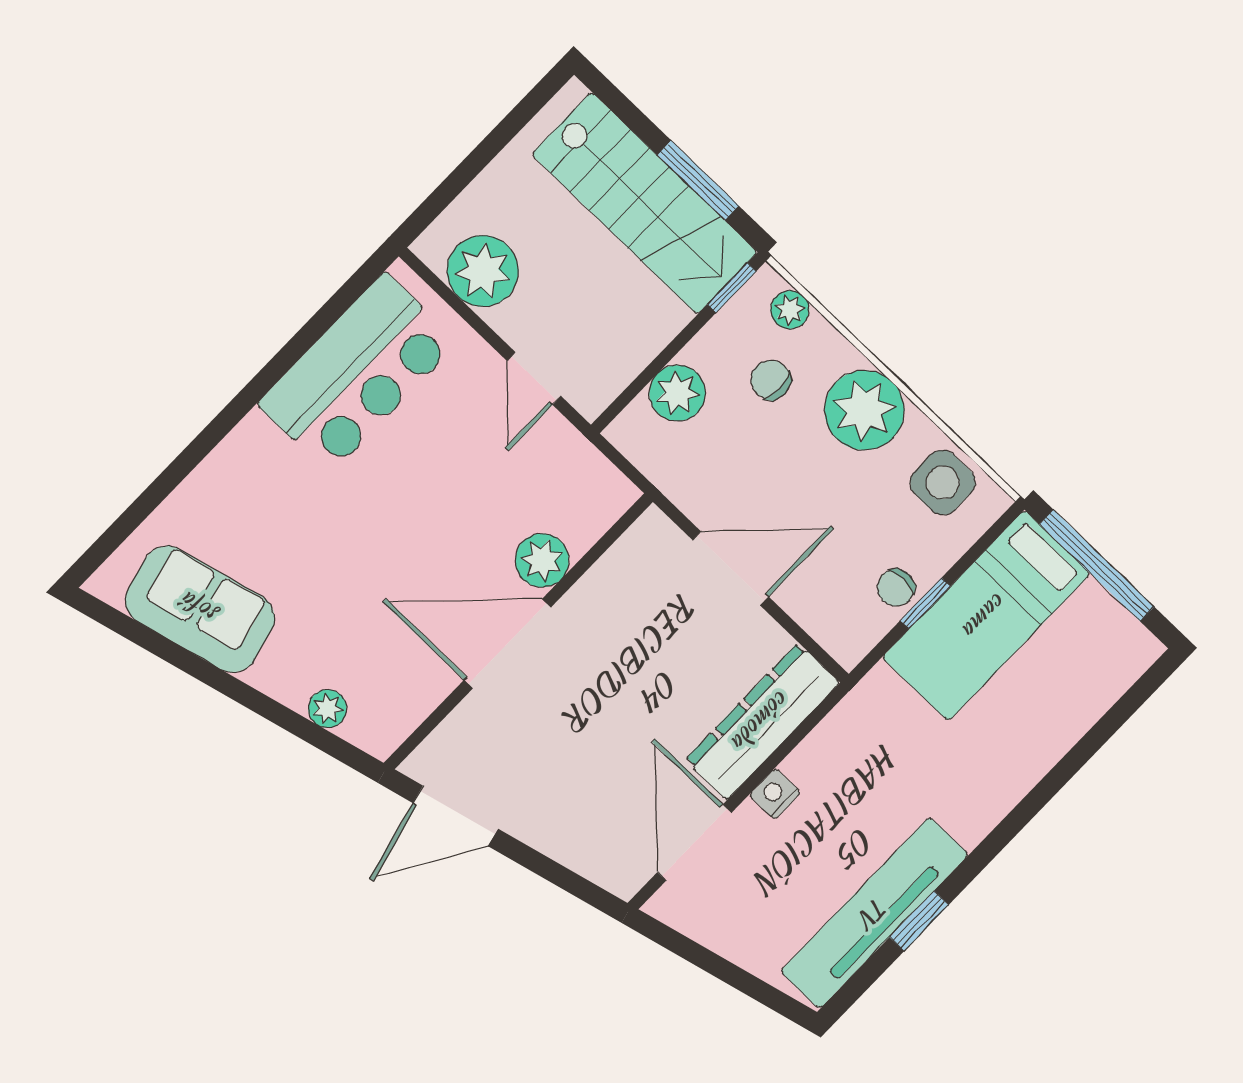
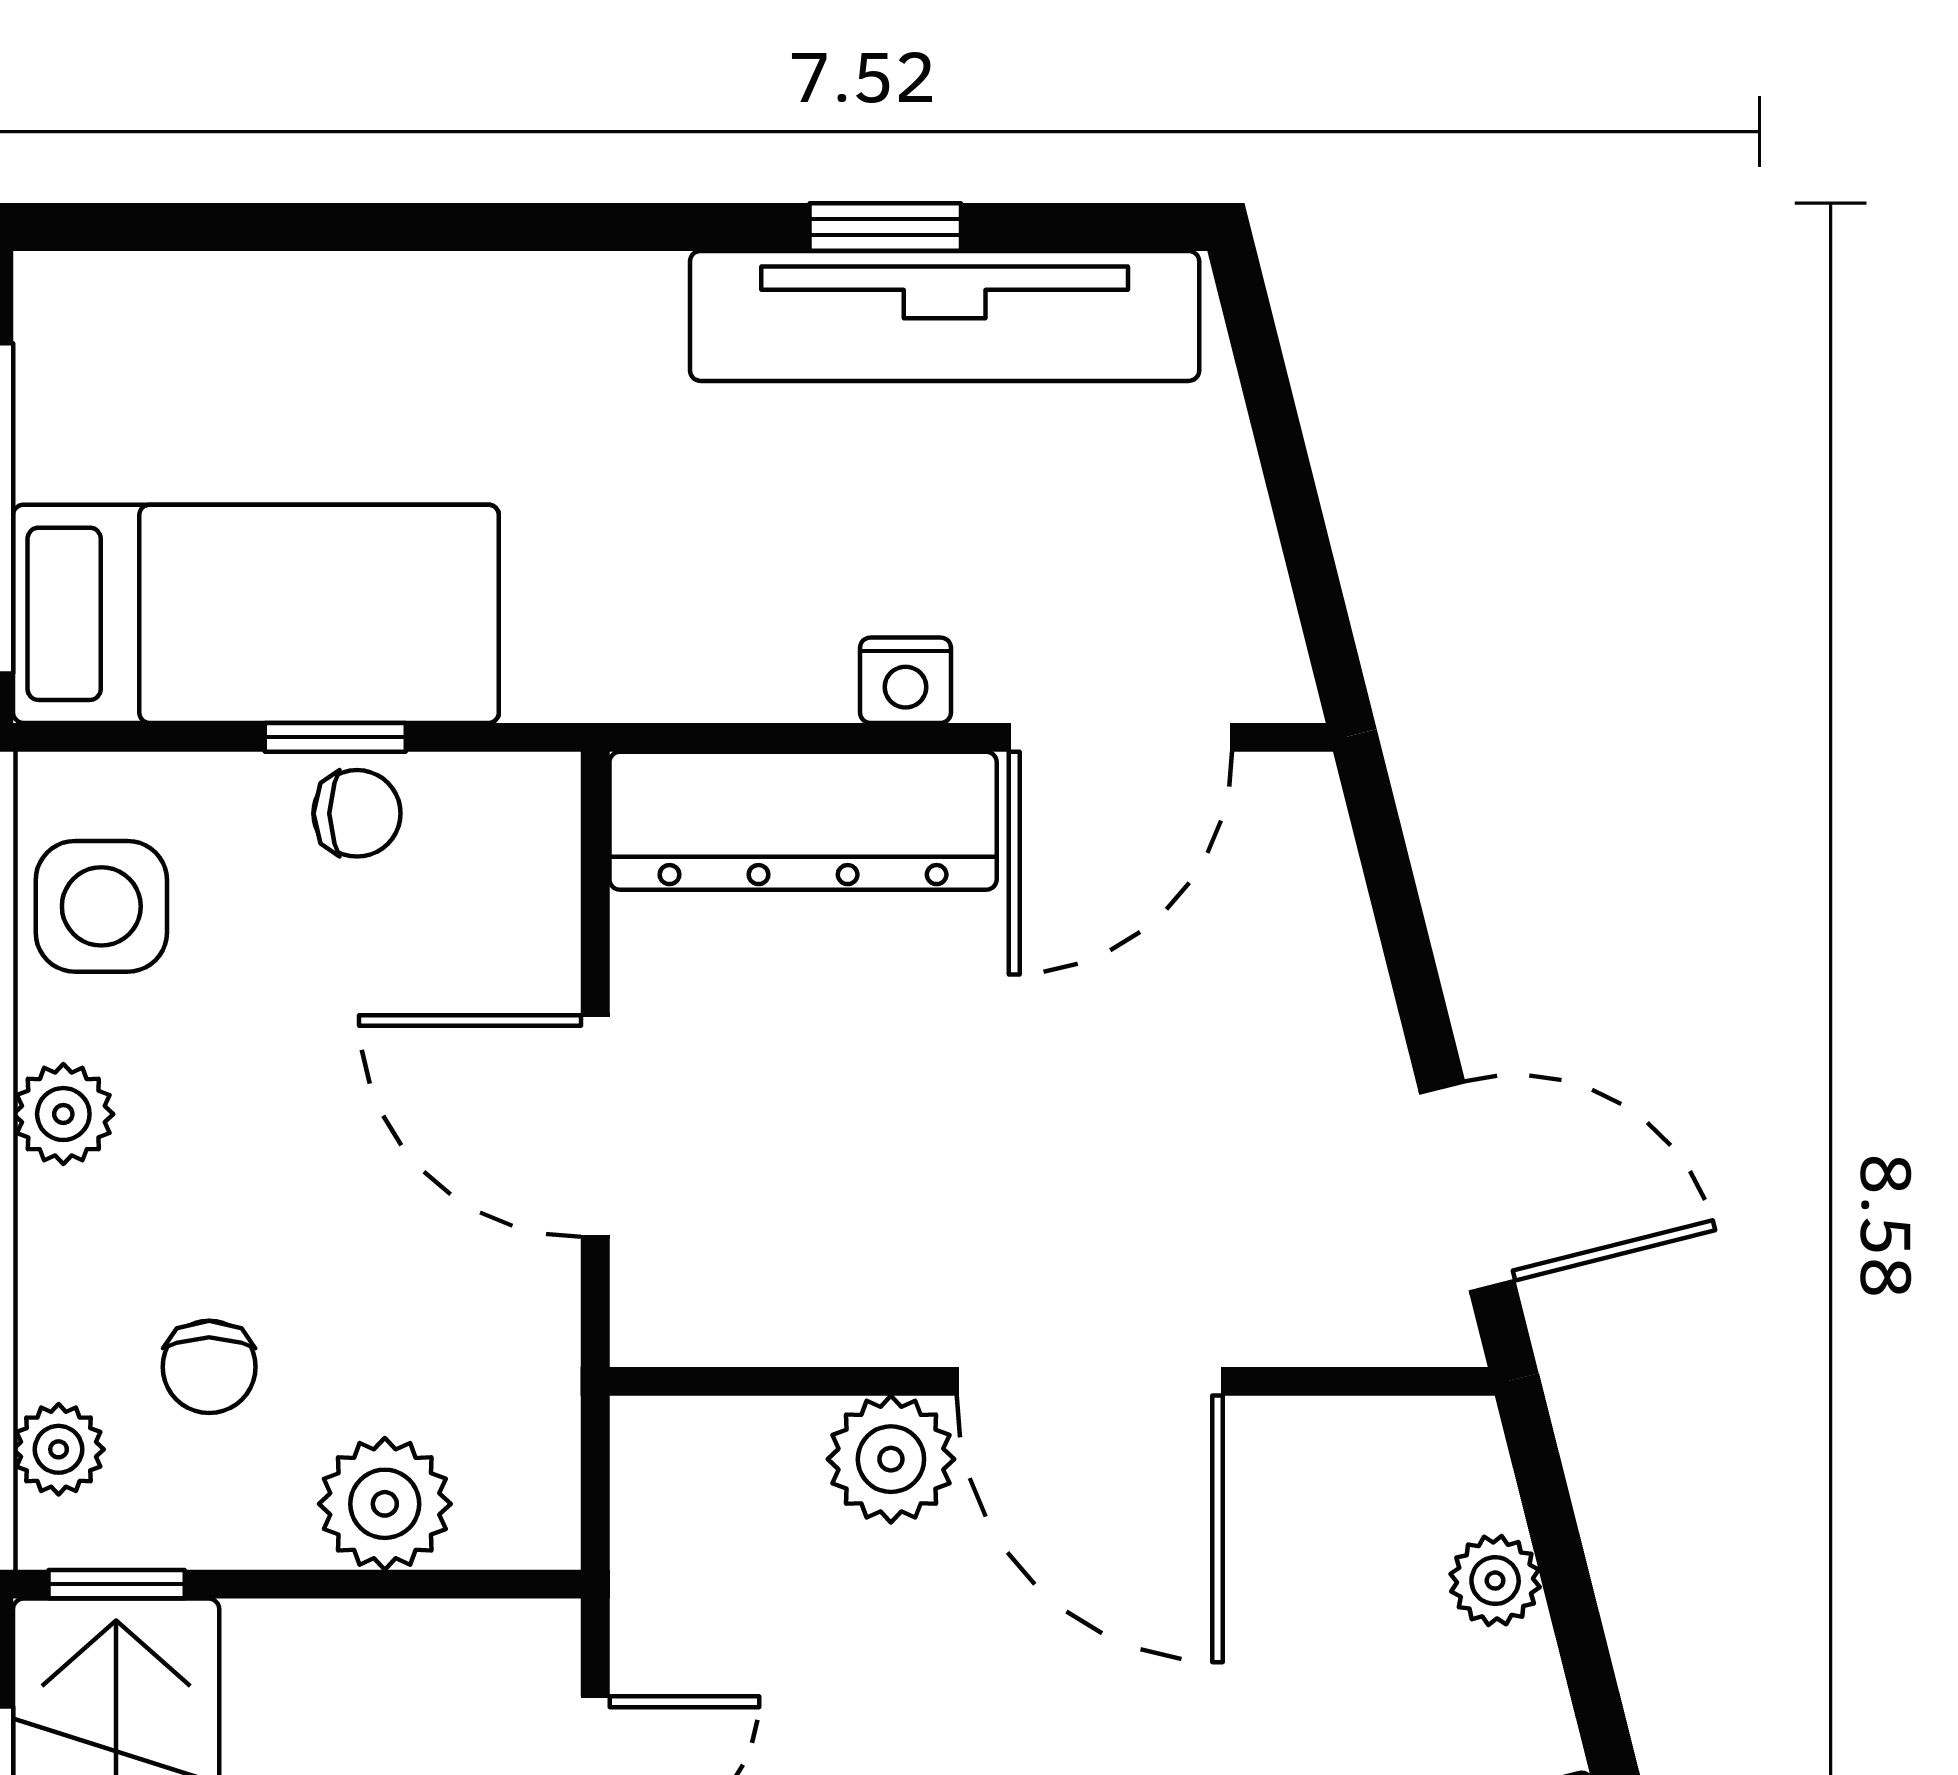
plant: (864, 410) -> (63, 1114), width x0.53, depth x0.53

